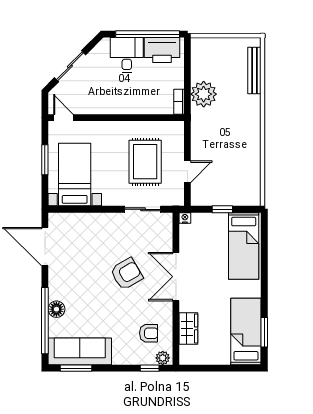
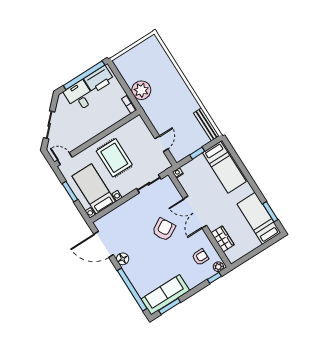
bench: (254, 70) -> (206, 124), moved
rug: (145, 162) -> (114, 158), moved
floor lamp: (56, 309) -> (123, 259), moved

